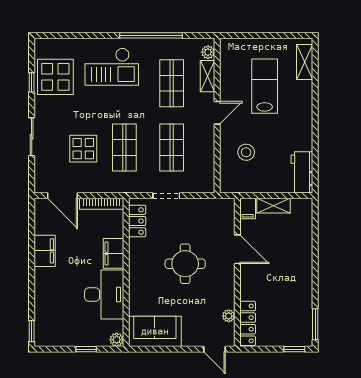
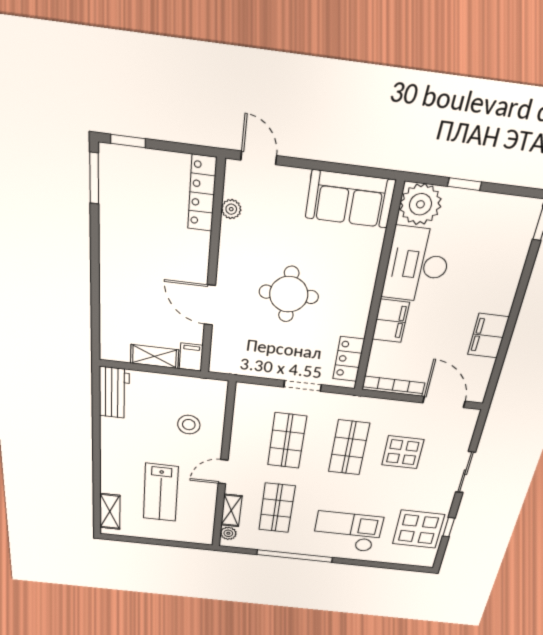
plant: (117, 340) -> (420, 204), width x1.87, depth x1.87

